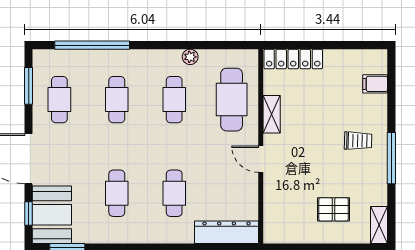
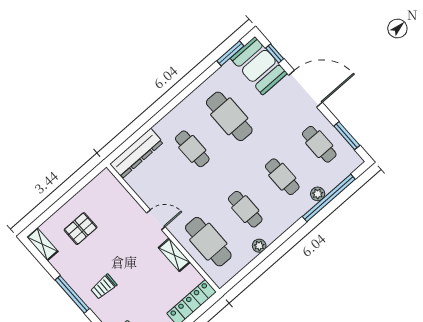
plant: (99, 57) -> (318, 194), added
cafe table: (117, 193) -> (229, 116), width x1.37, depth x1.35

